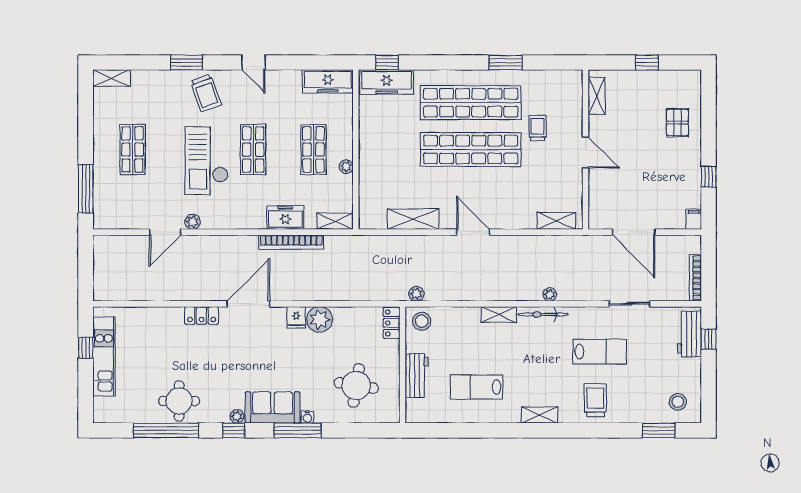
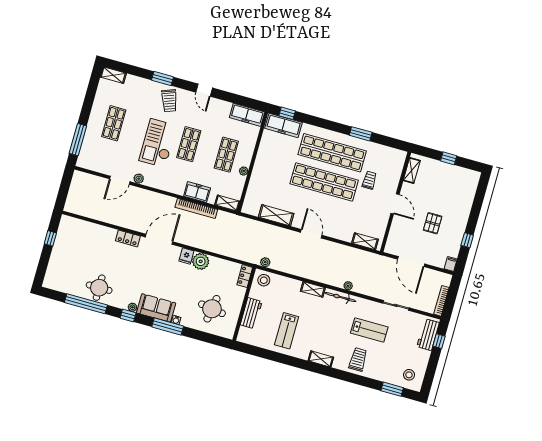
pallet: (677, 123) -> (433, 223), moved
kitchen unit: (104, 356) -> (60, 247), removed
lab bench: (477, 387) -> (287, 331), turned -90

